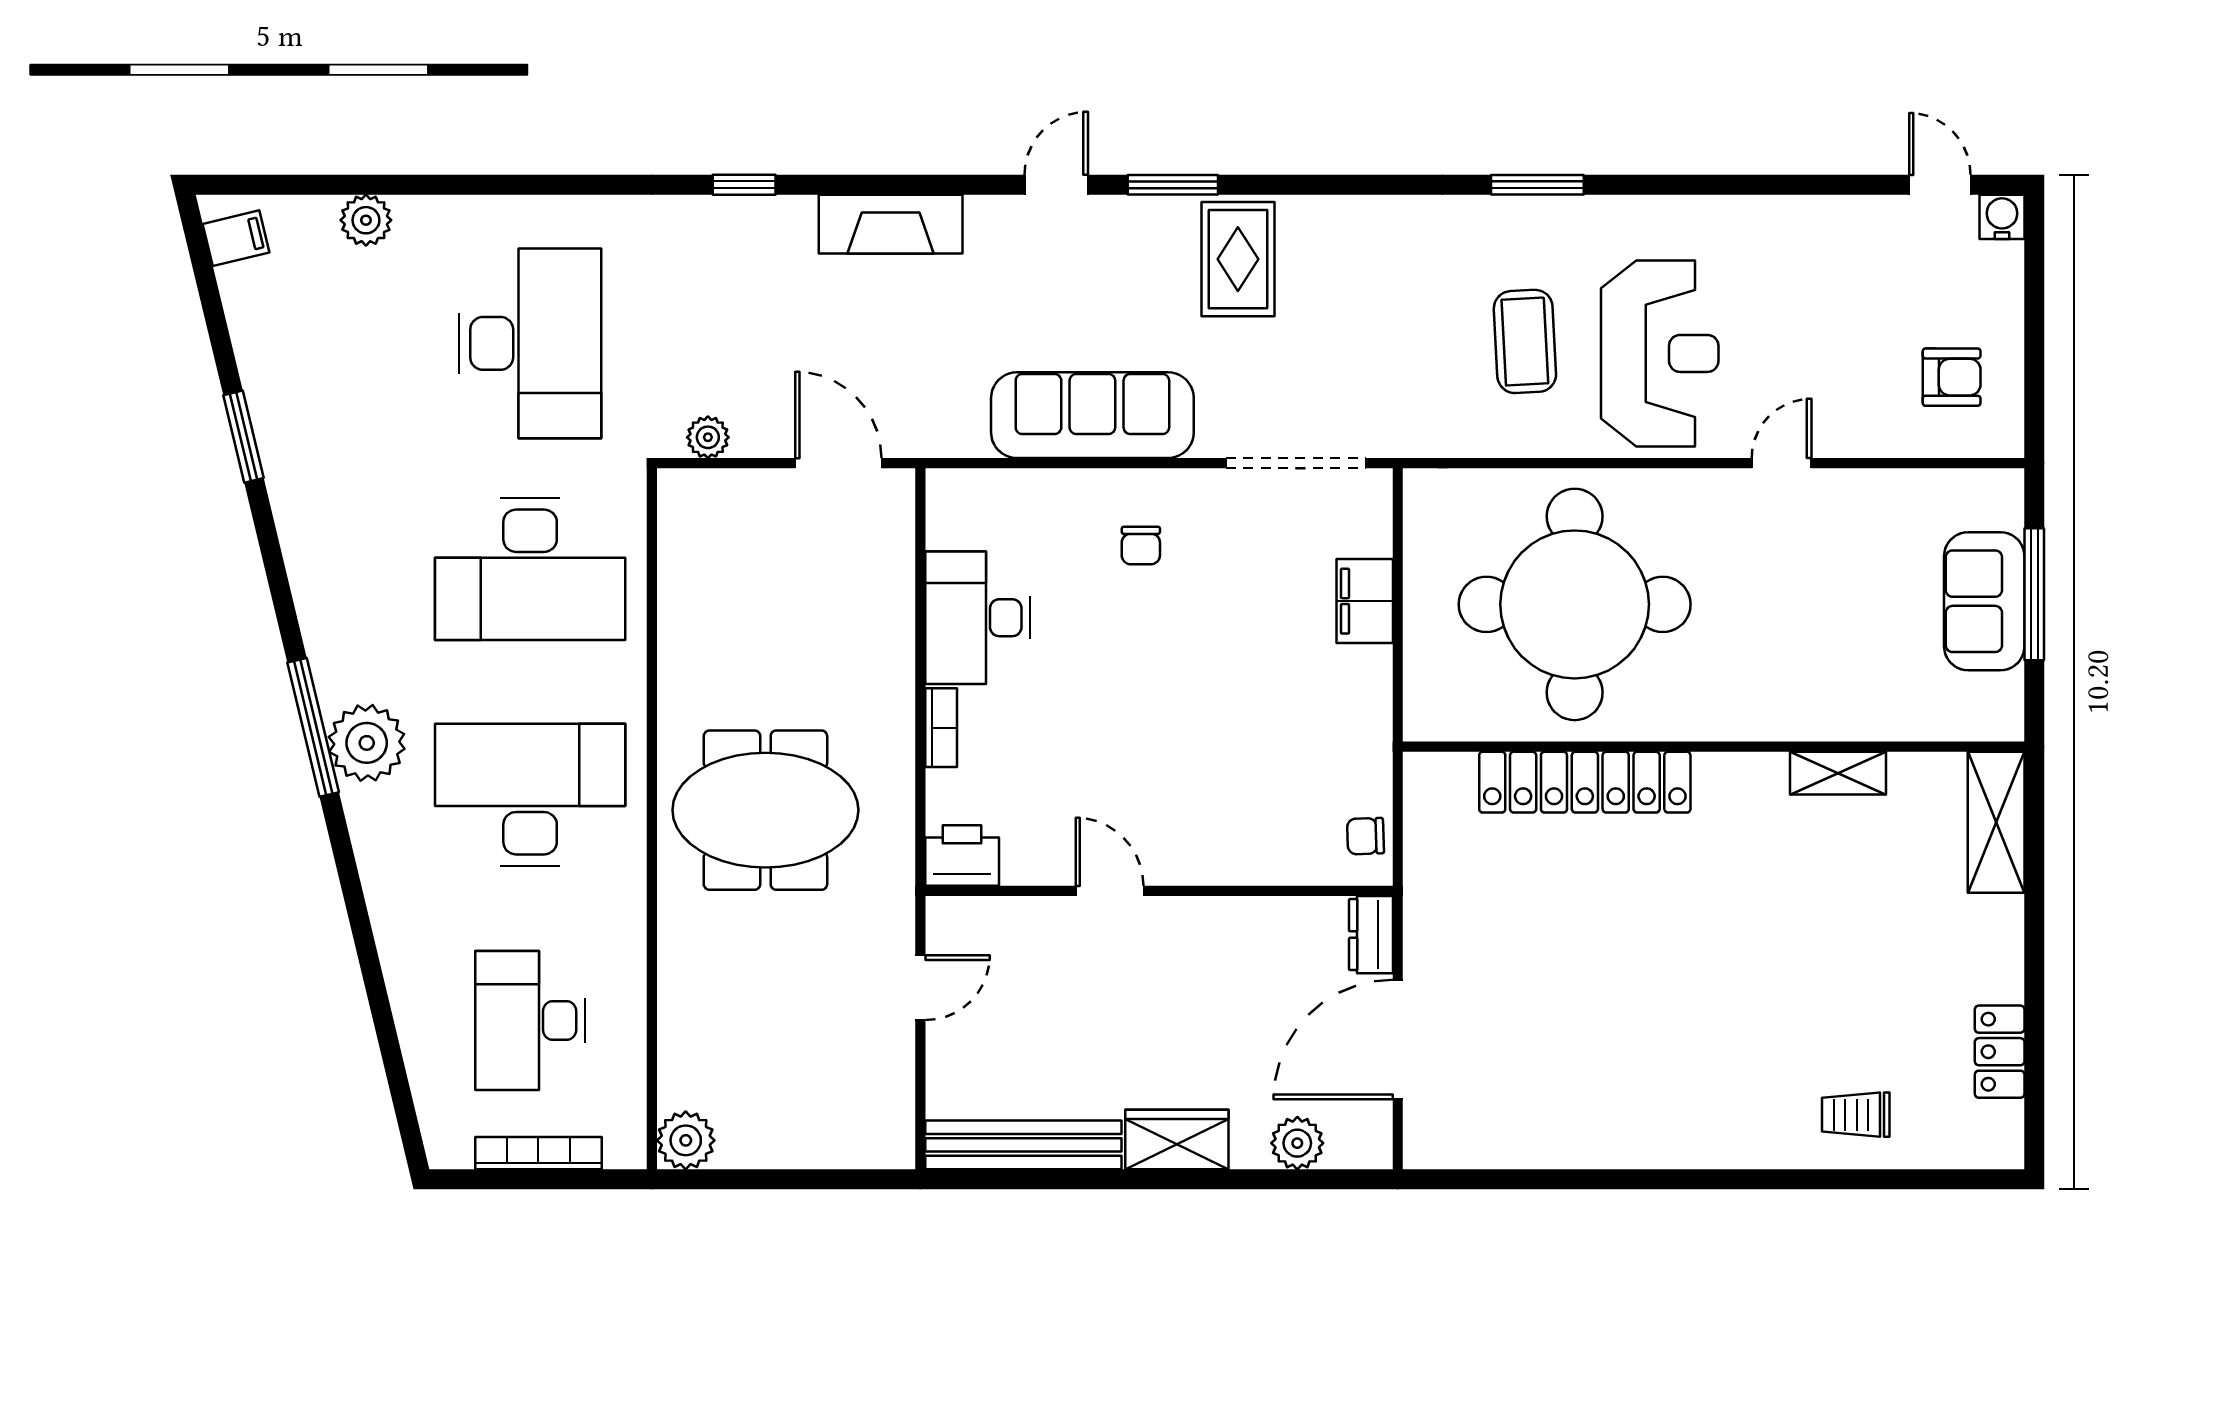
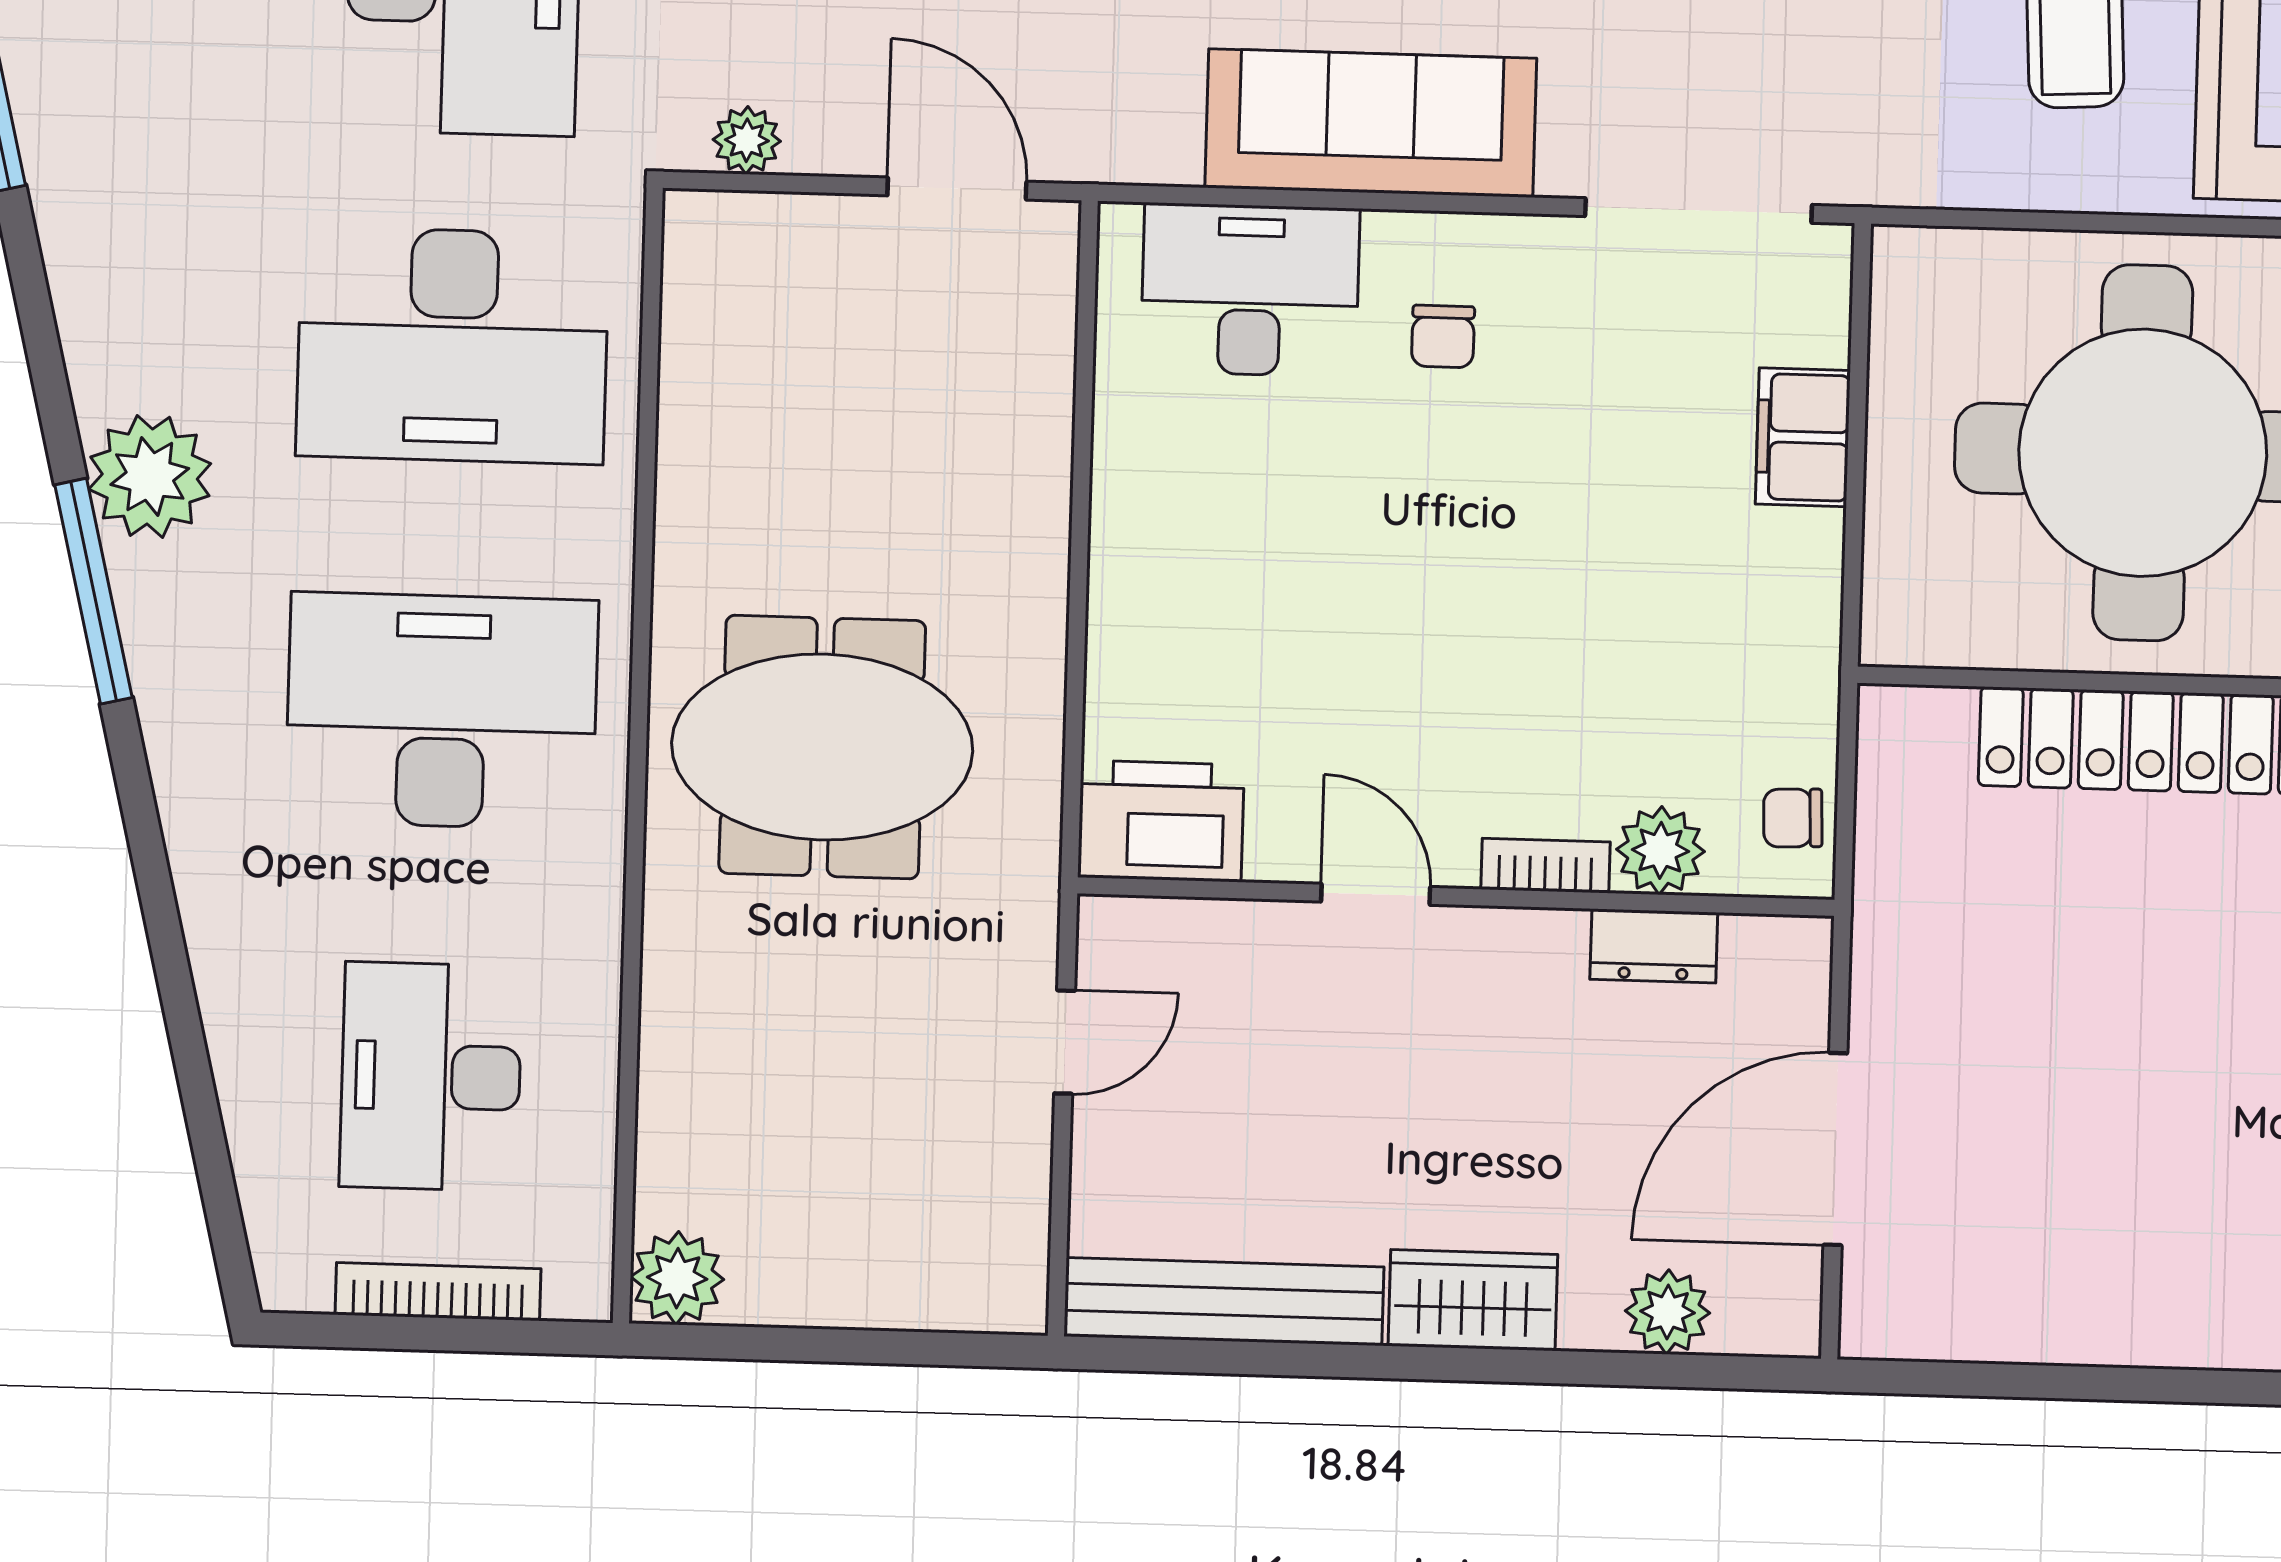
desk: (978, 618) -> (1250, 290), moved, turned 90
bookcase: (941, 728) -> (1545, 866), moved, turned -90
plant: (367, 743) -> (150, 476), moved
printer: (962, 855) -> (1161, 821), width x1.37, depth x1.19
plant: (1284, 859) -> (1661, 850), added
dresser: (1371, 935) -> (1654, 946), moved, turned -90

